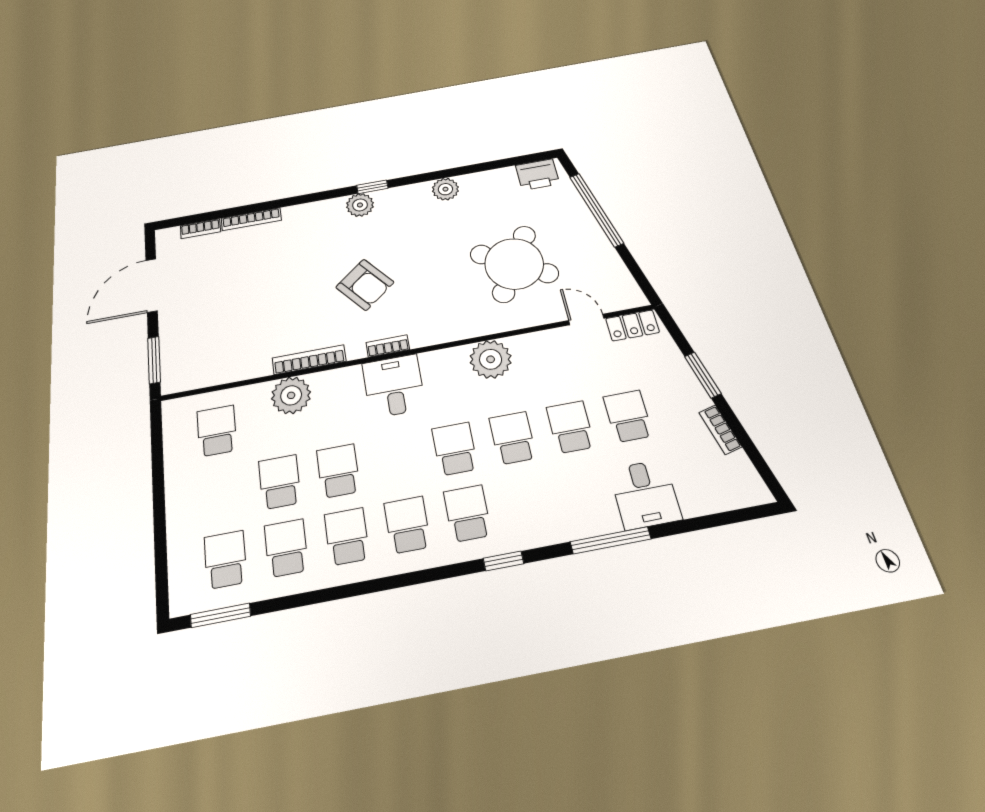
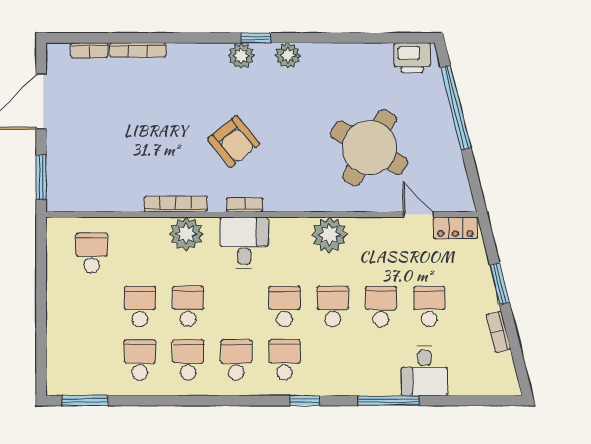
plant: (445, 189) -> (288, 55), moved
plant: (291, 395) -> (186, 234), moved
school desk: (225, 560) -> (92, 360), removed

